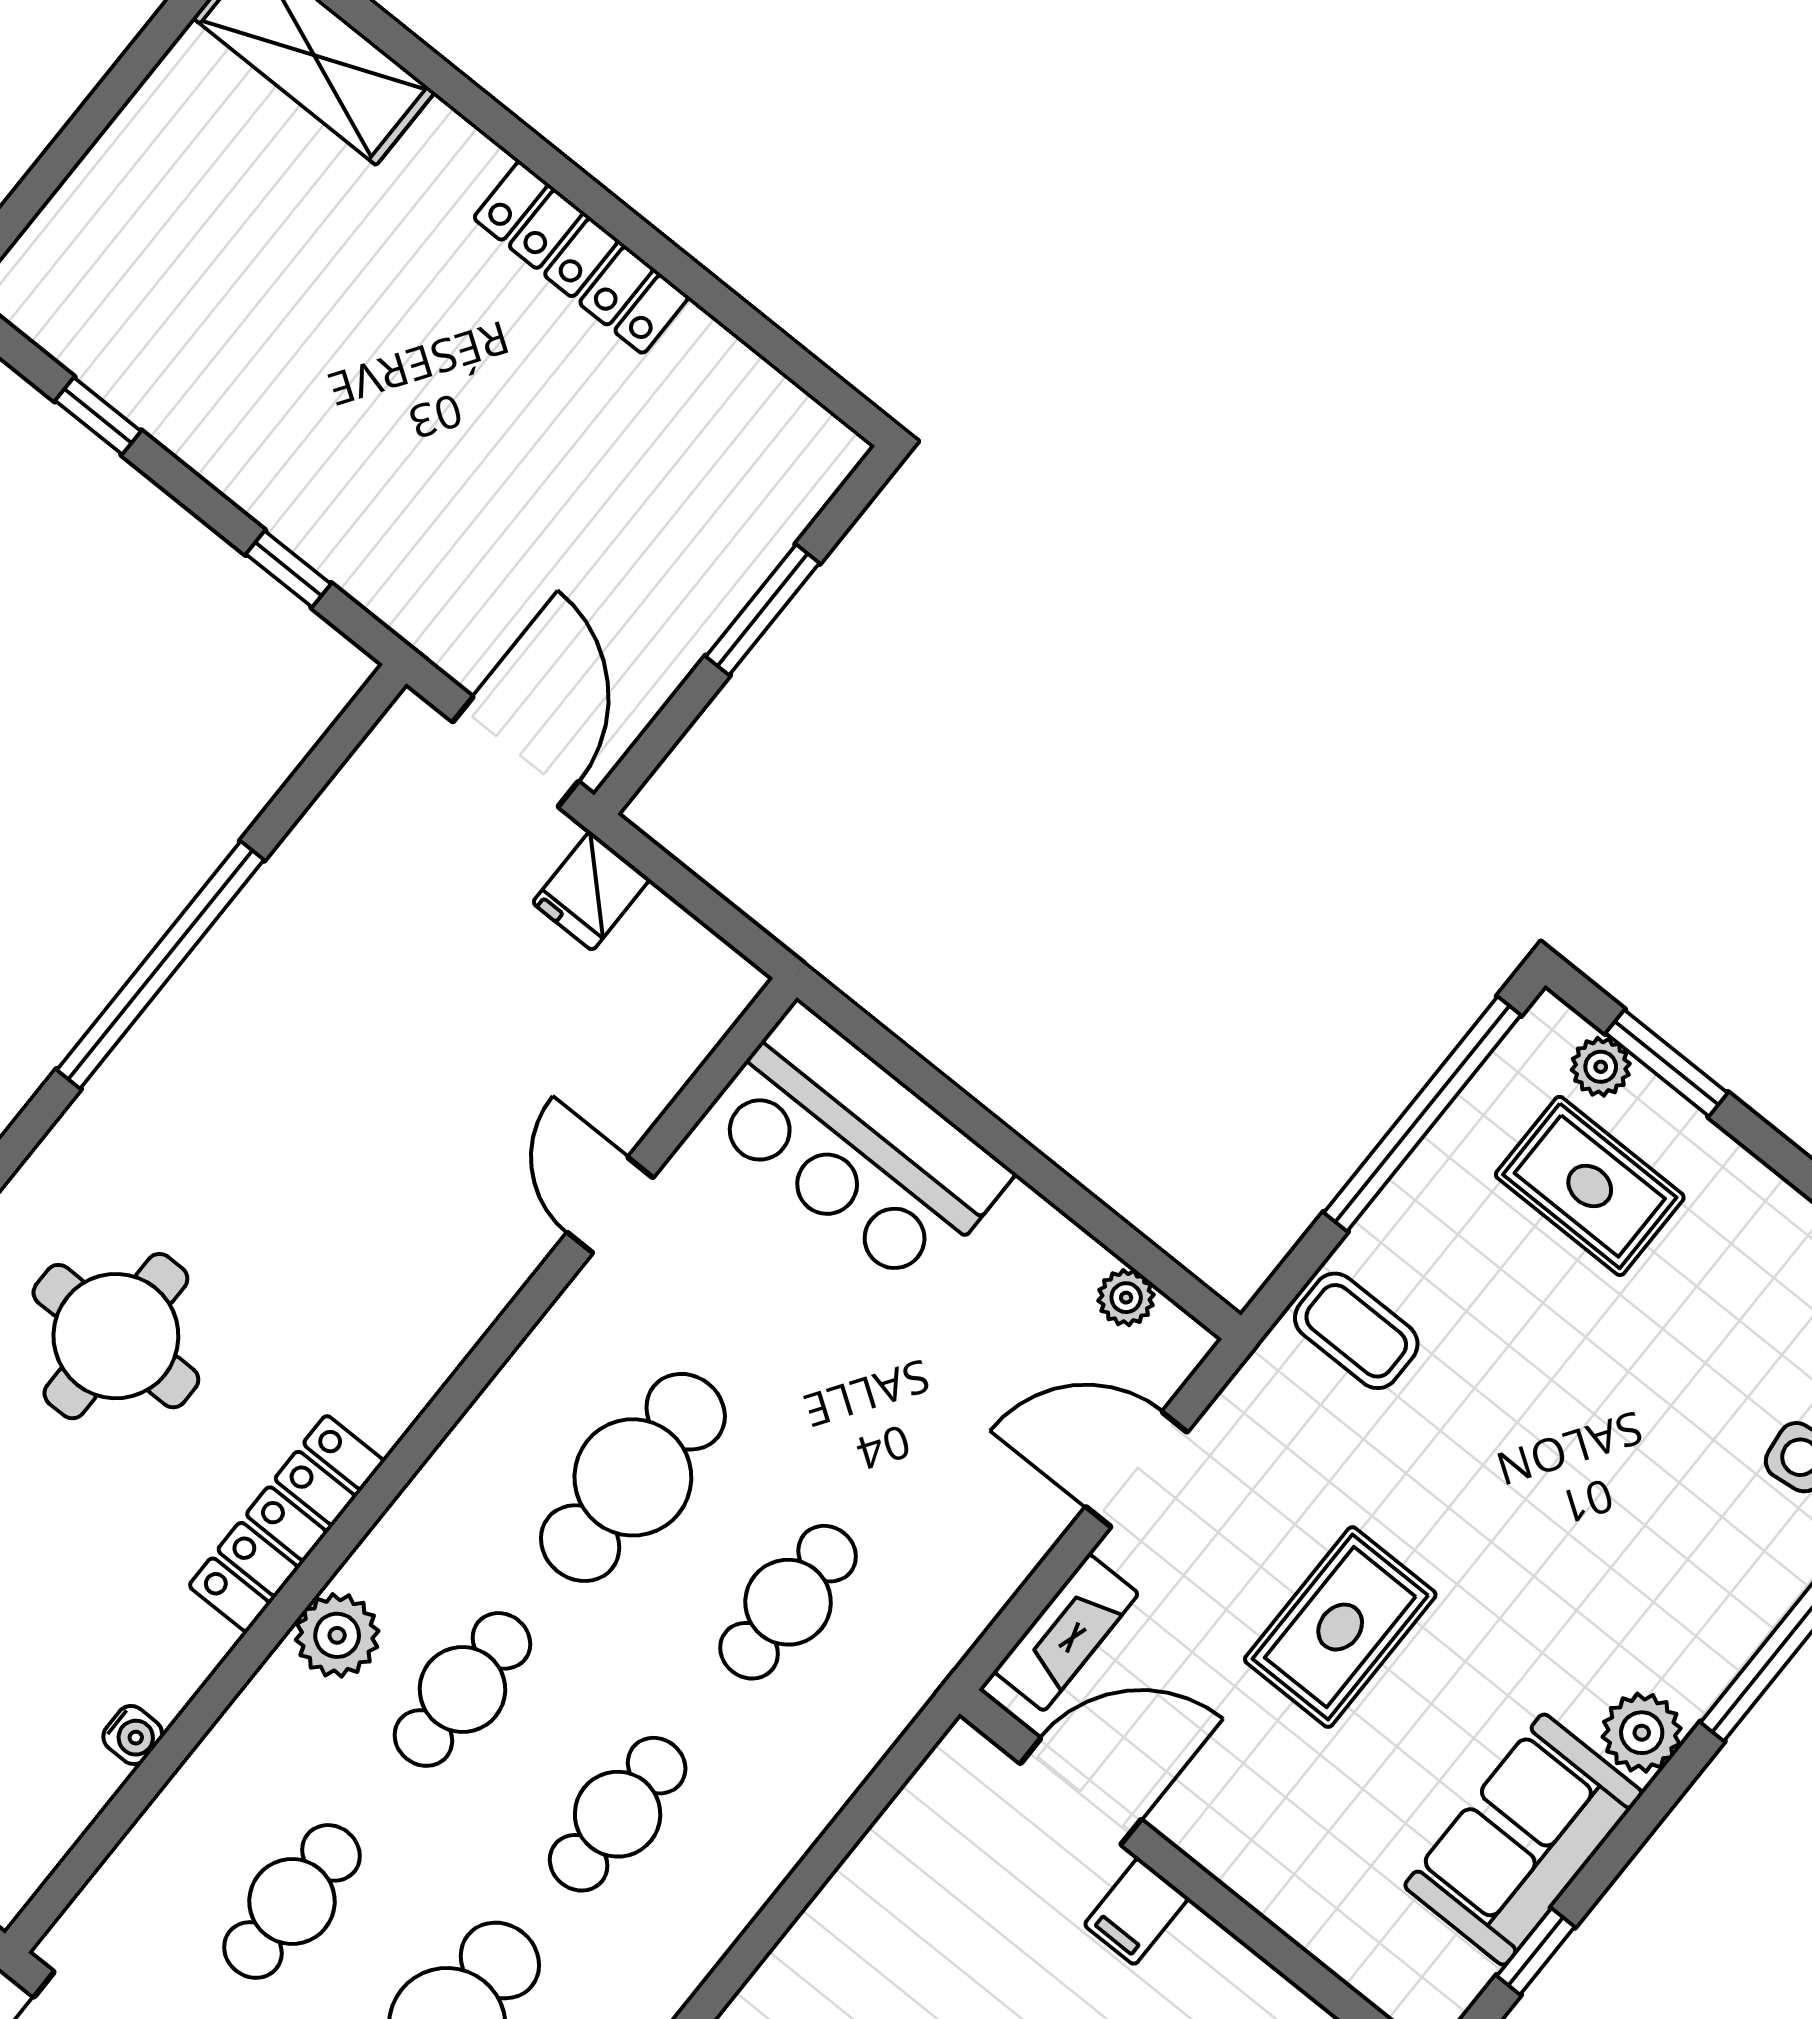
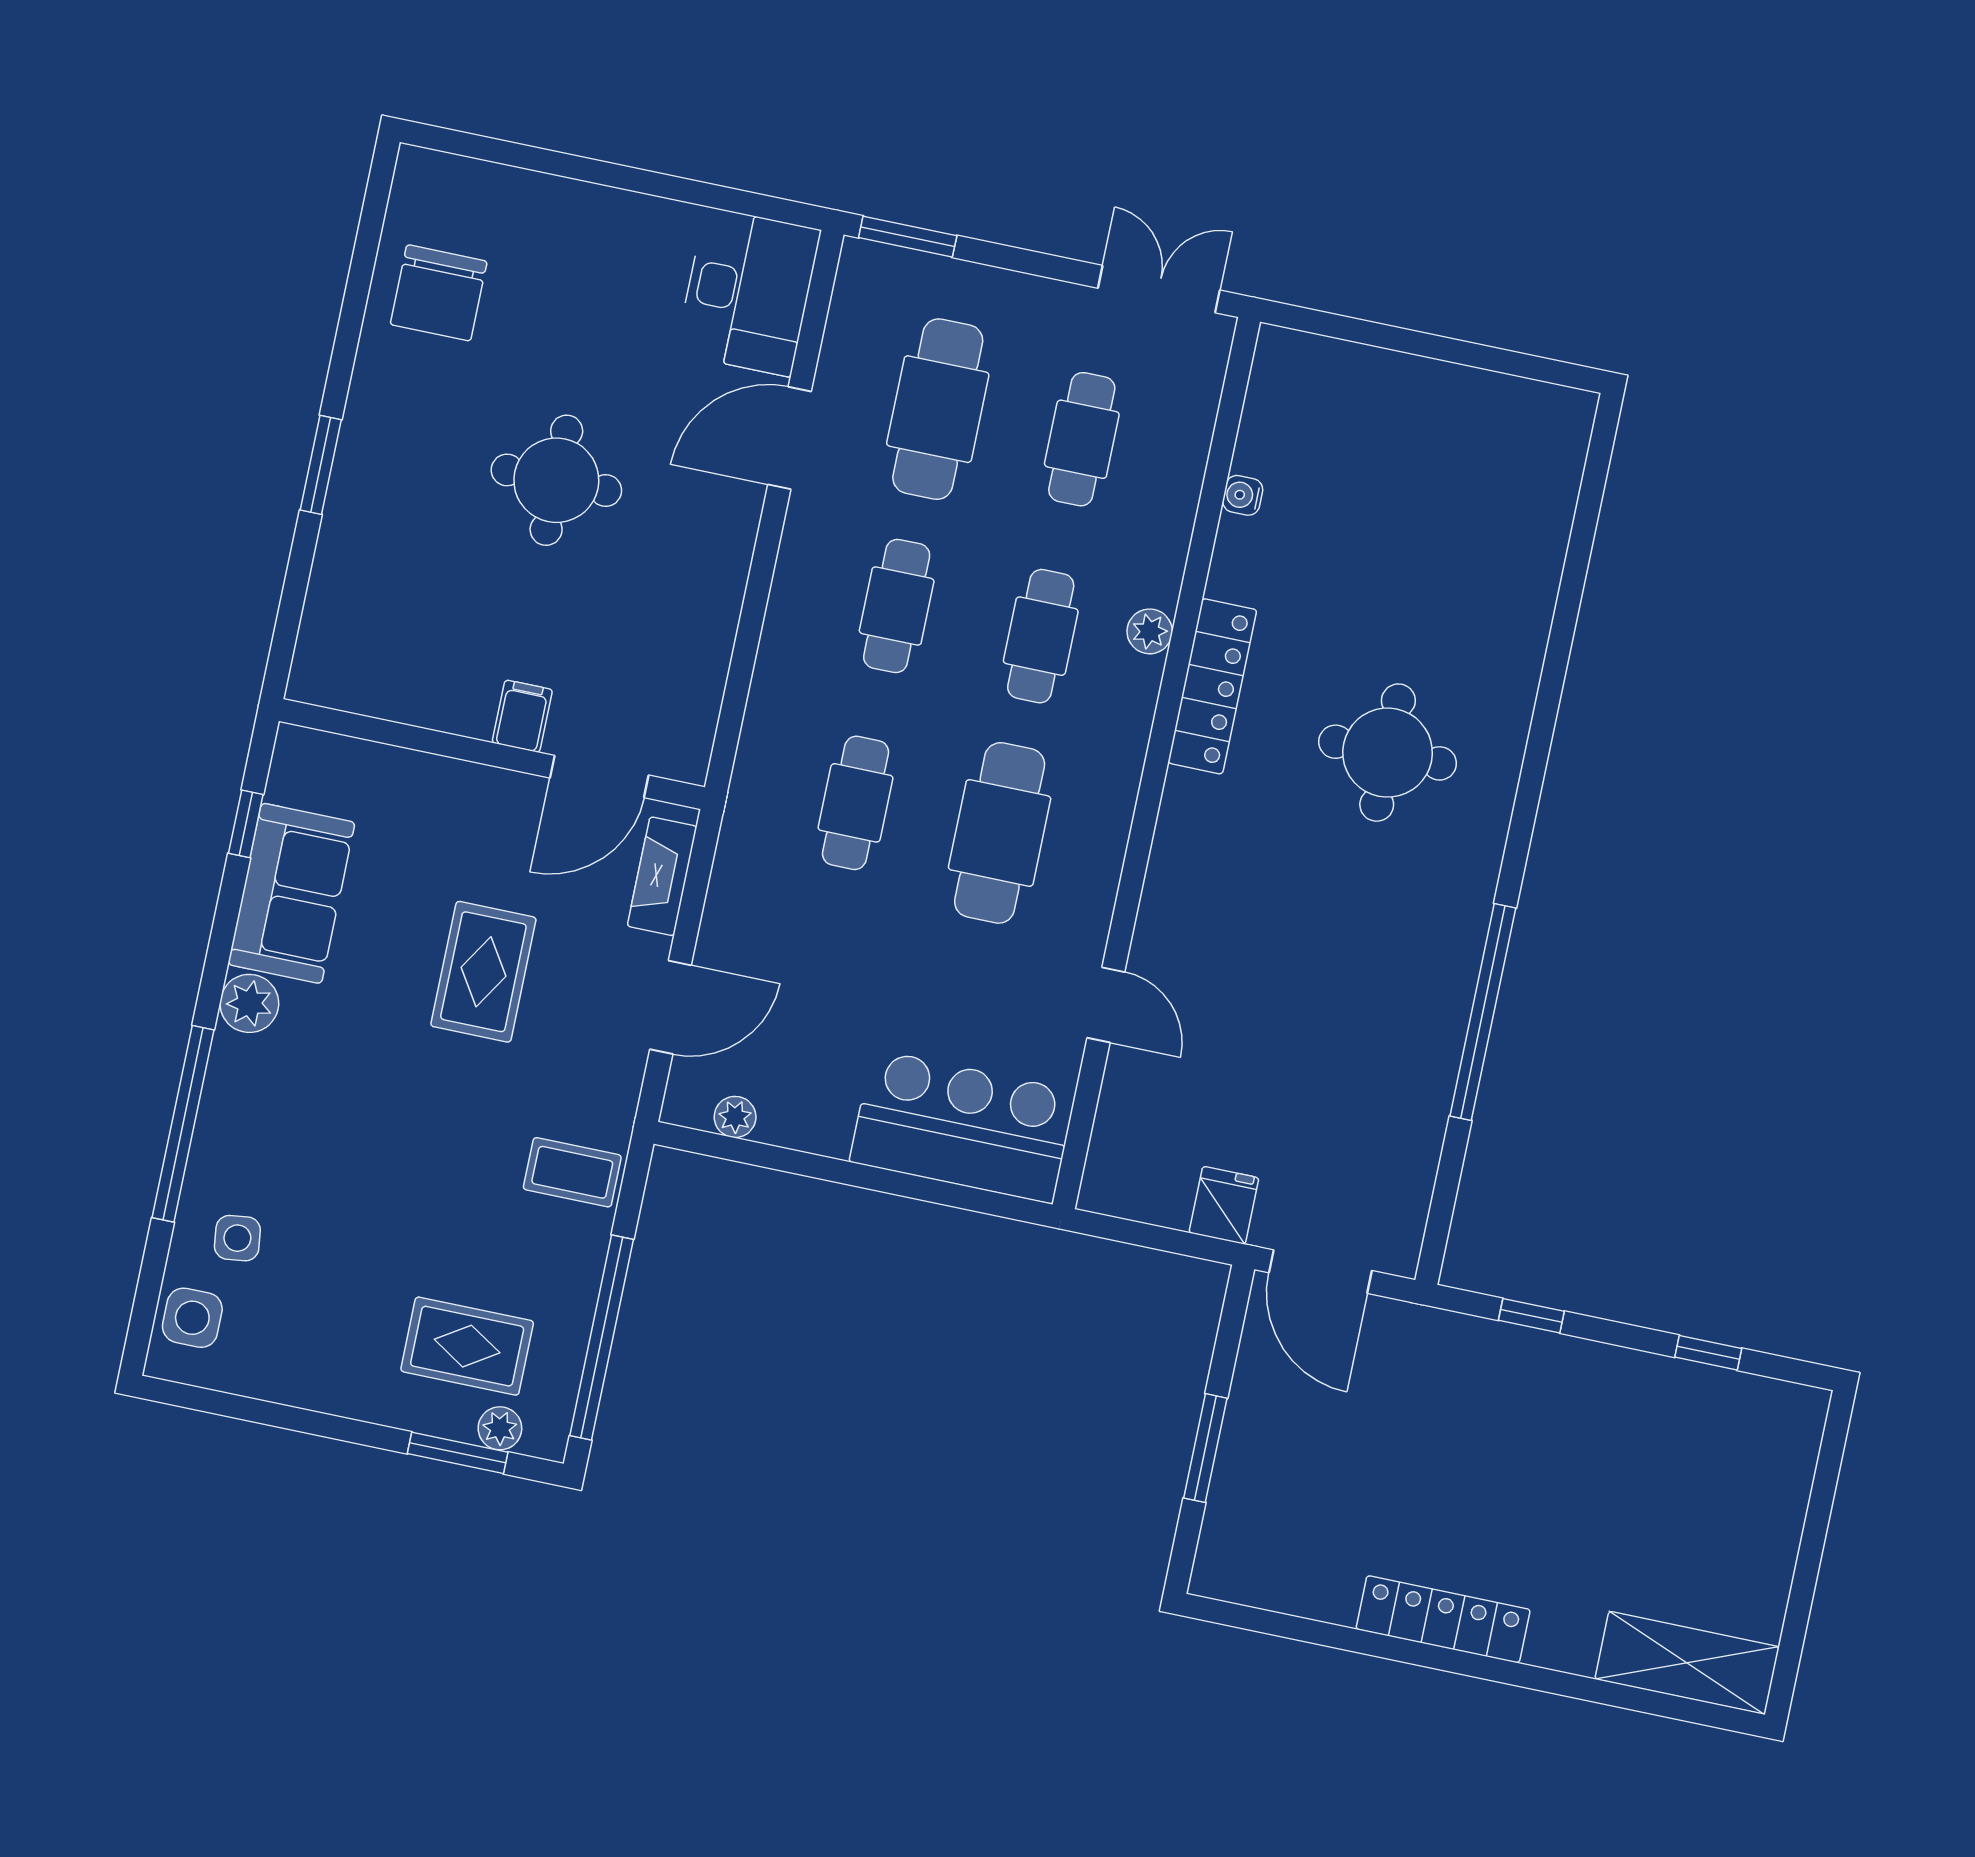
plant: (337, 1635) -> (1150, 631), width x0.73, depth x0.73

